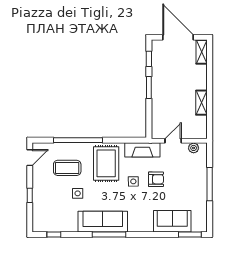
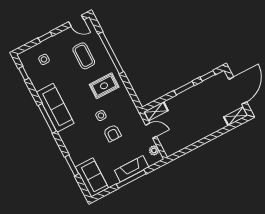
shelving: (201, 103) -> (156, 111), moved
fireplace: (142, 150) -> (132, 169), moved, turned 90
rug: (106, 163) -> (104, 86), width x0.73, depth x0.70
side table: (78, 193) -> (44, 59), moved
sofa: (172, 221) -> (92, 178), moved
window: (190, 234) -> (72, 165), moved

